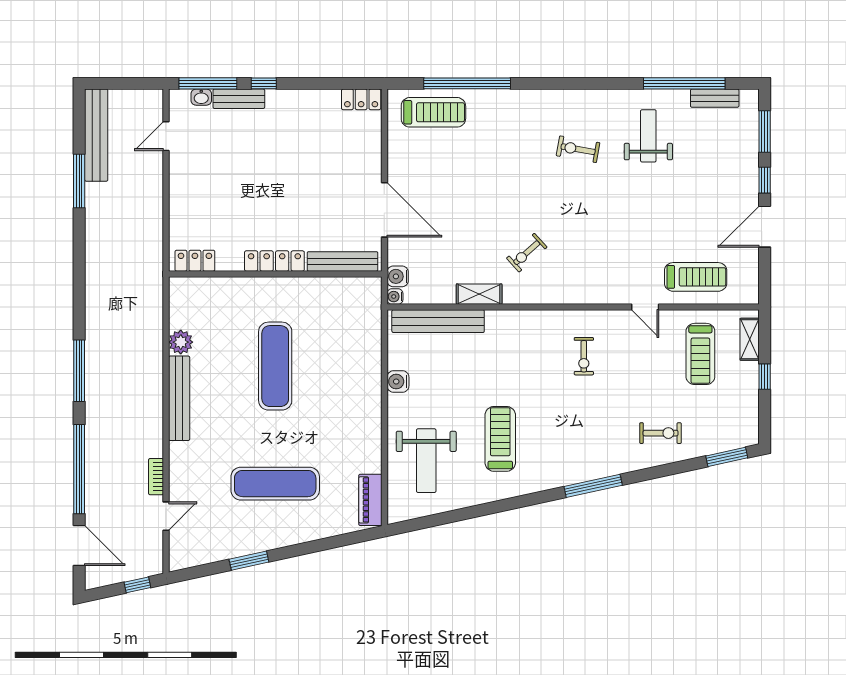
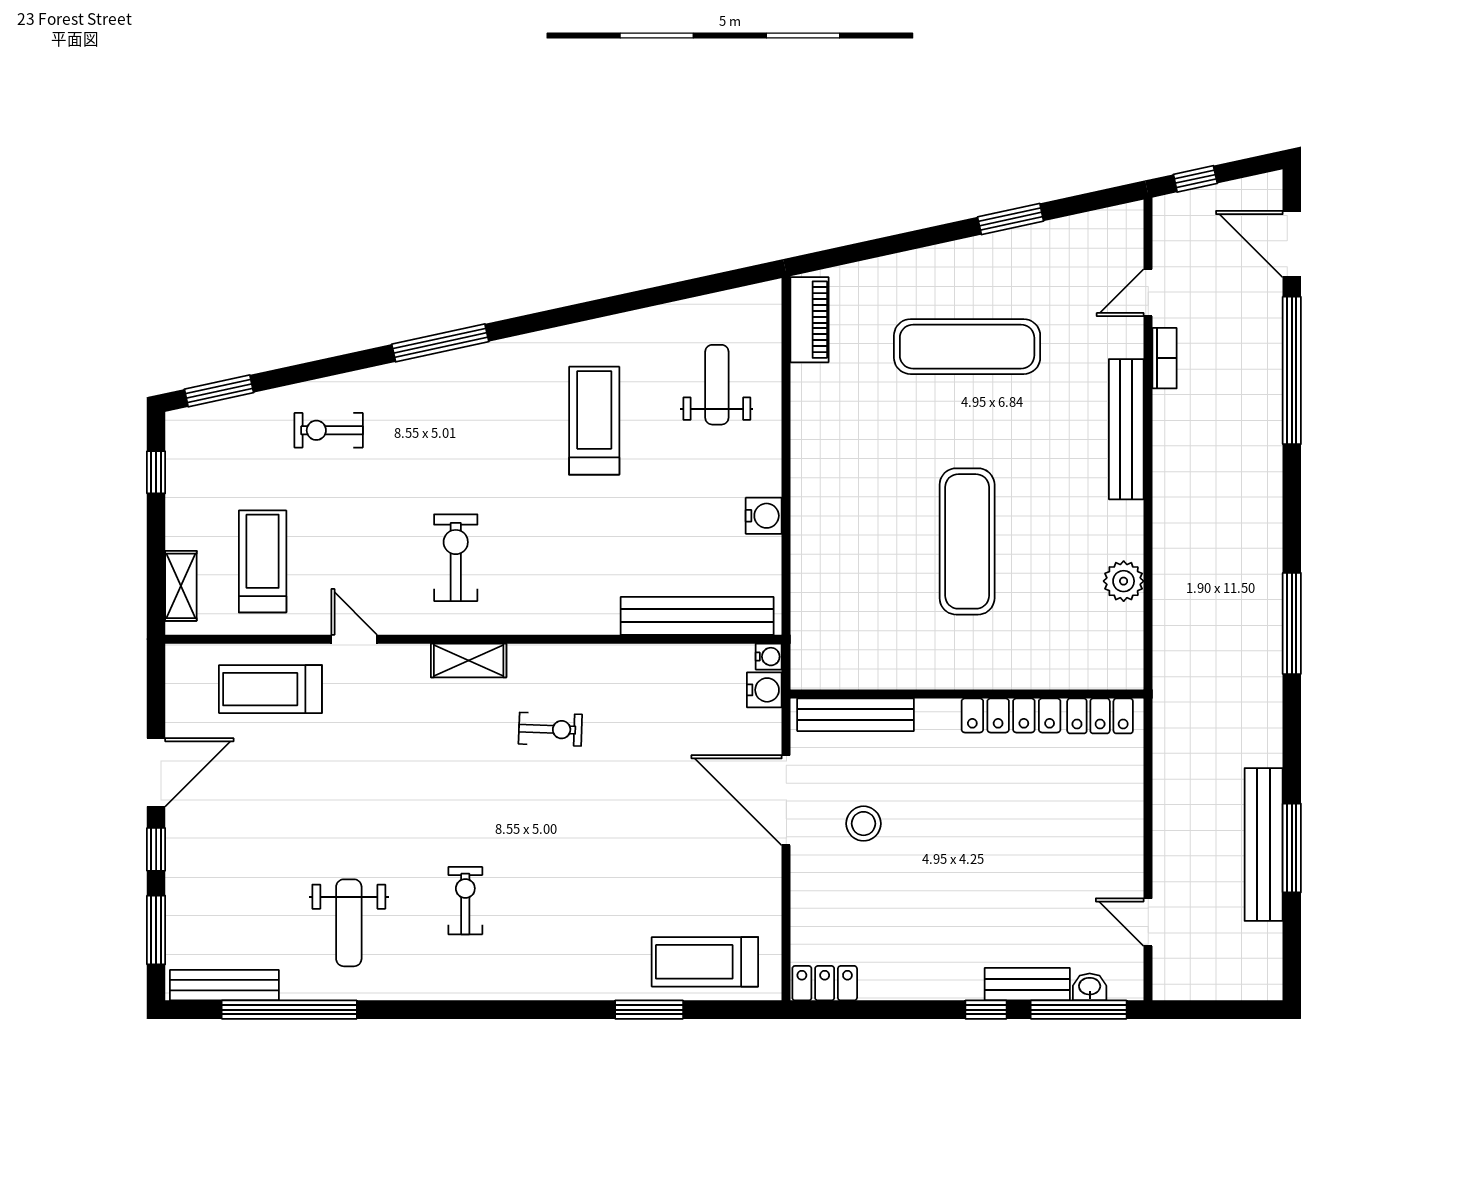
window: (467, 83) -> (649, 1010), width x0.47
bench: (715, 98) -> (224, 985), width x1.36
bench: (96, 135) -> (1264, 844), moved
door: (166, 136) -> (1148, 922), swing flipped
exercise bike: (578, 149) -> (465, 901), turned -100
stool: (338, 196) -> (864, 824), added
exercise bike: (527, 253) -> (550, 729), turned 44
locker: (274, 261) -> (1011, 715), moved
shelving: (479, 294) -> (469, 661), moved
exercise bike: (584, 356) -> (456, 558), width x1.38, depth x1.39
window: (79, 371) -> (1292, 623), moved
window: (765, 377) -> (156, 472), moved
bench: (179, 398) -> (1126, 429), moved
treadmill: (500, 439) -> (594, 421), turned 180
weight bench: (426, 461) -> (717, 385), width x0.73, depth x0.75

